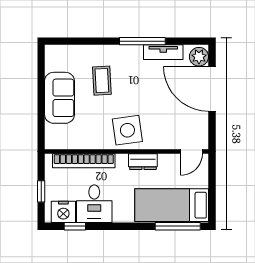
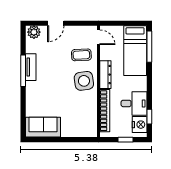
tv unit: (163, 52) -> (31, 67), moved
coffee table: (102, 81) -> (81, 55), moved
door: (212, 89) -> (56, 23), width x0.53
sofa: (60, 98) -> (43, 127), moved
dresser: (143, 162) -> (105, 75), width x1.44

